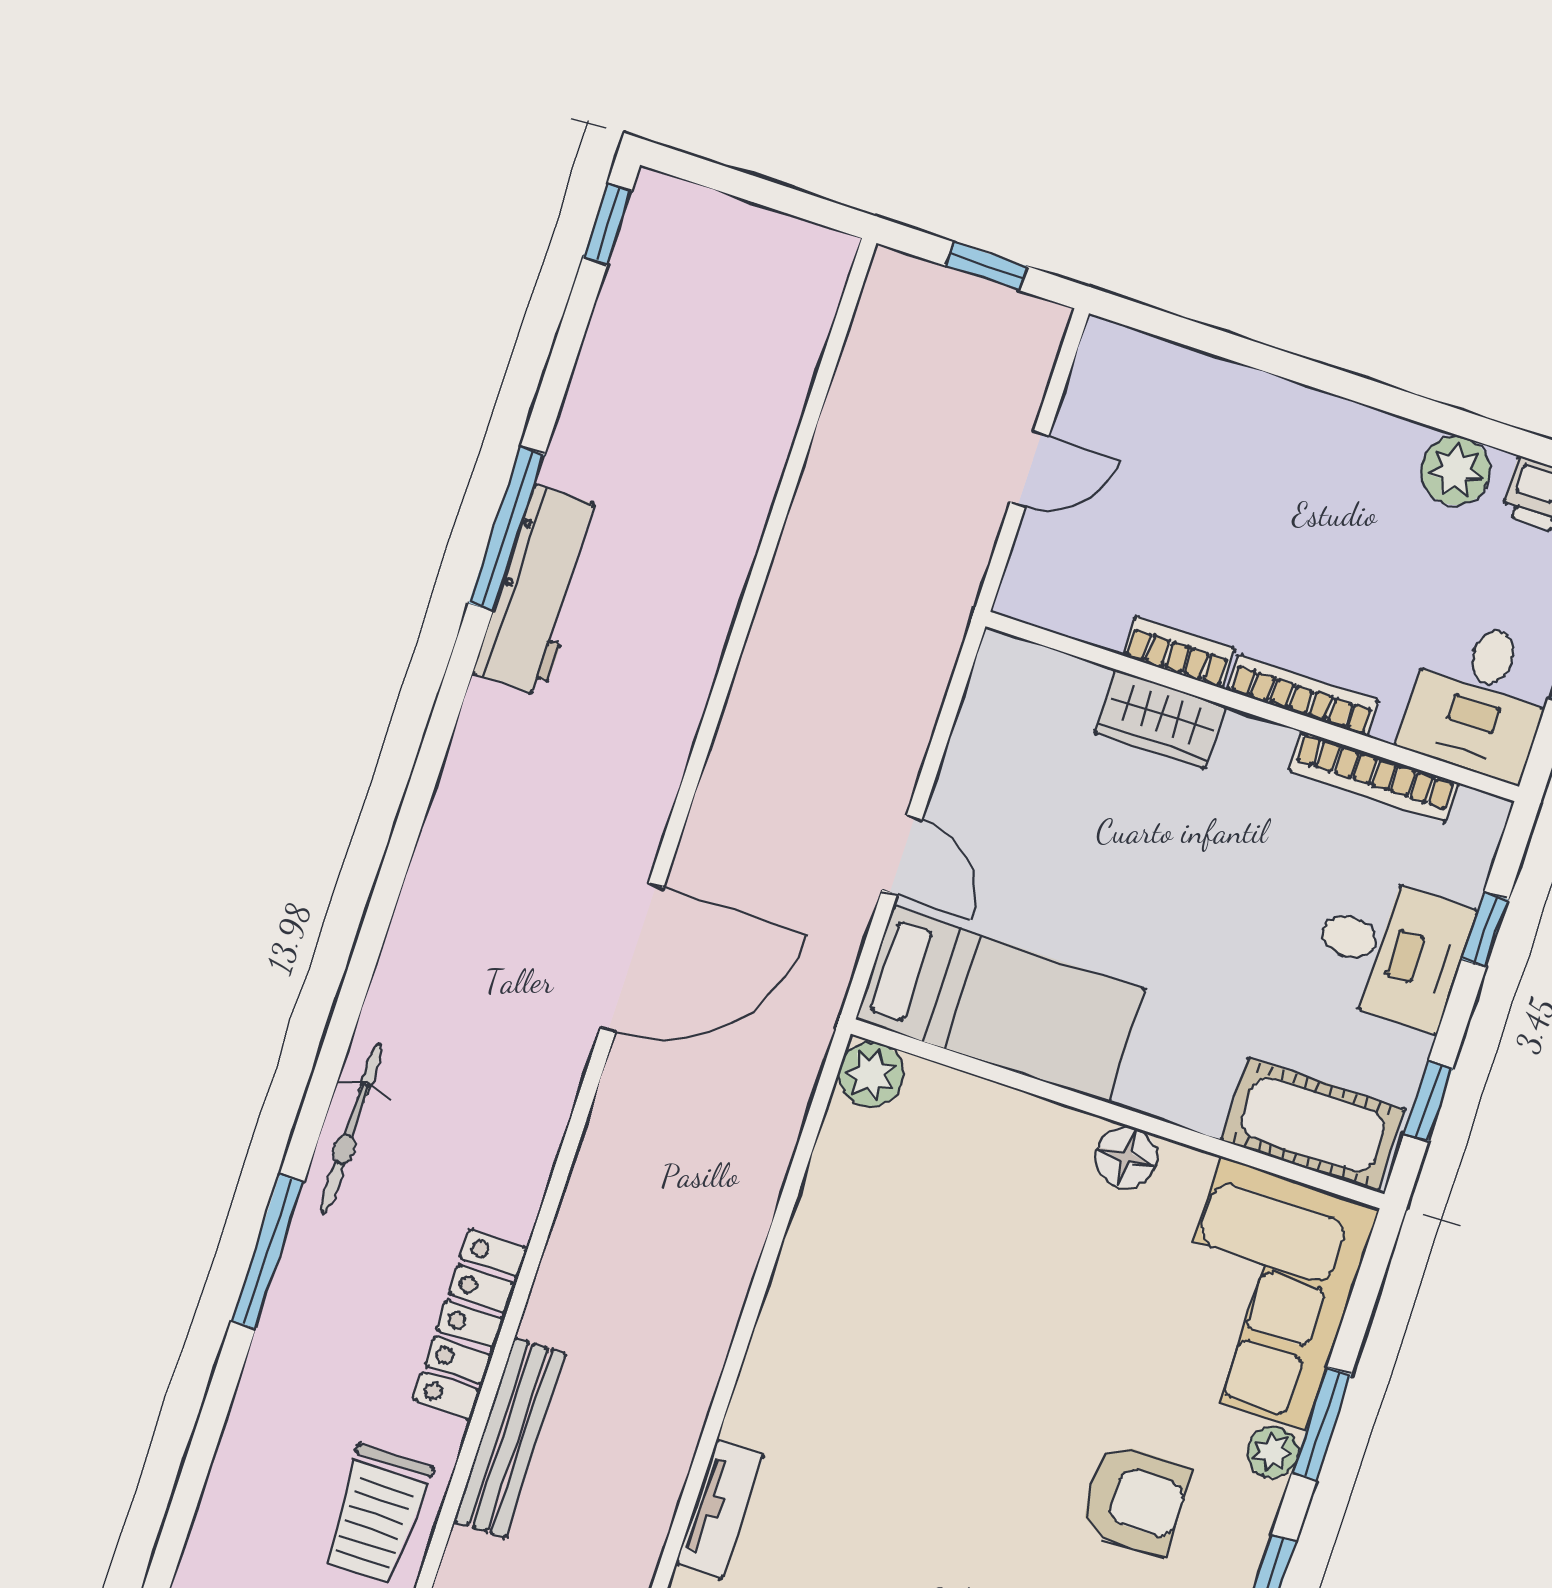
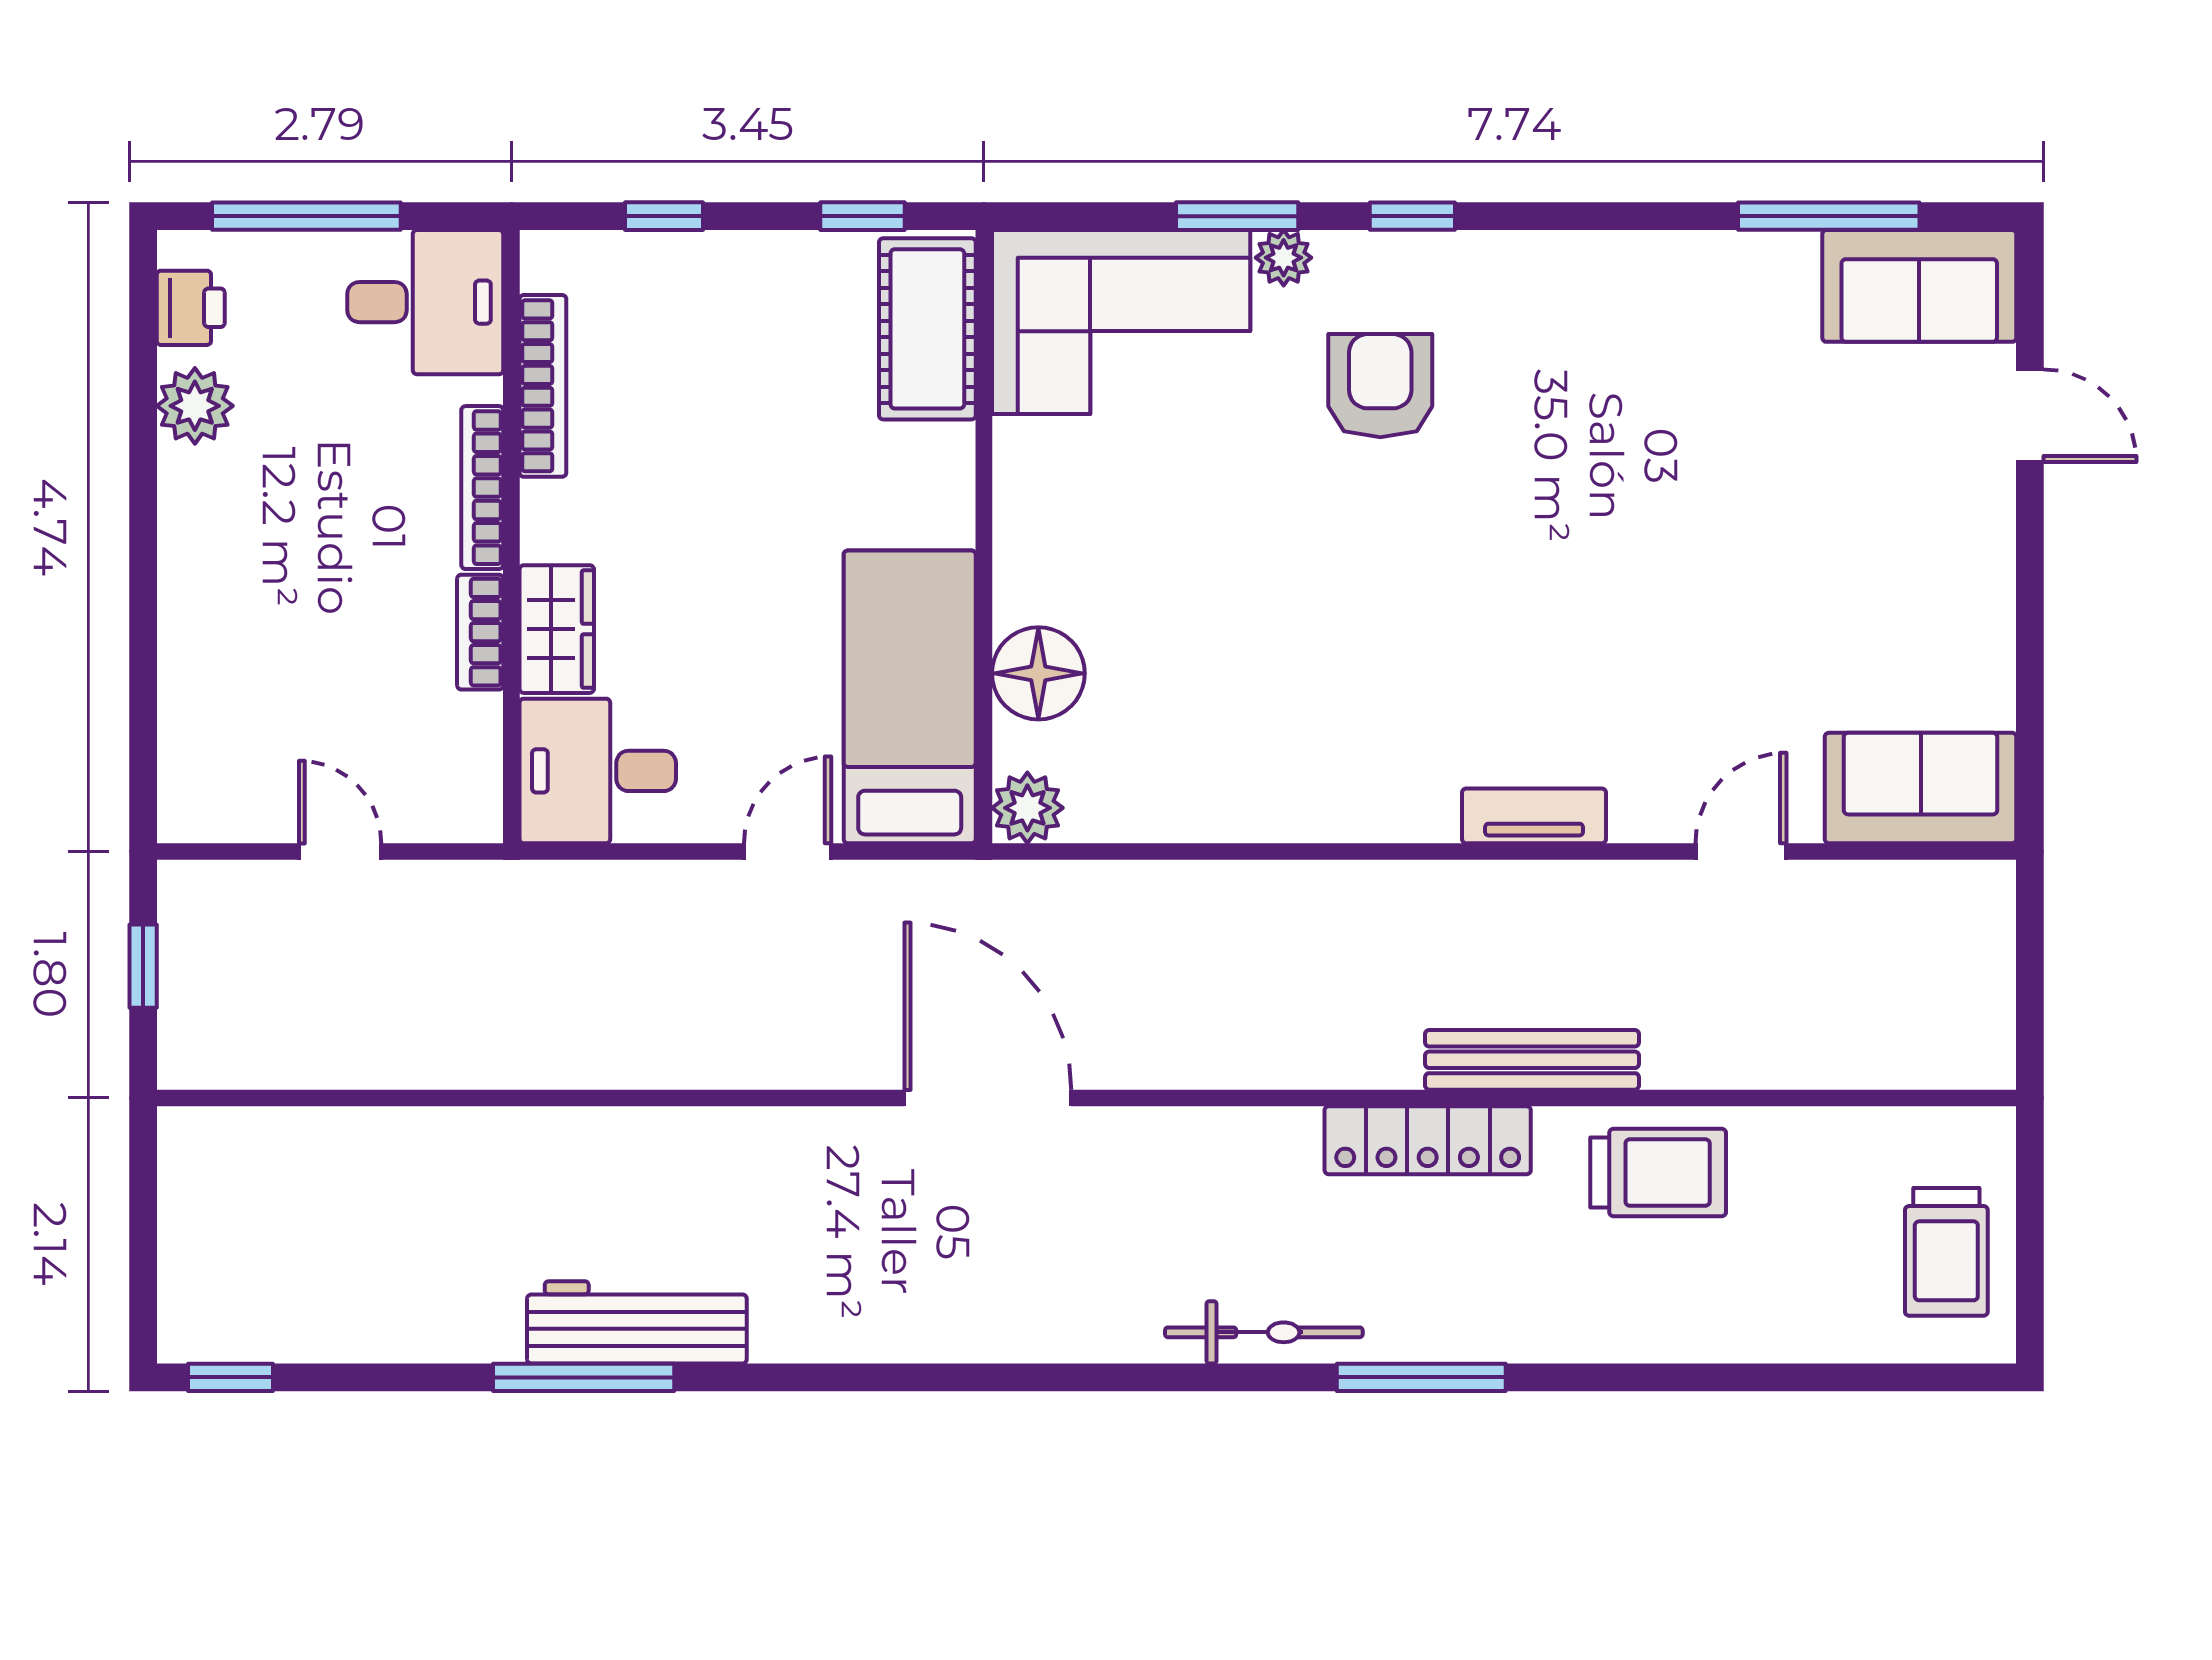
desk: (1390, 951) -> (598, 771), moved, turned -90
floor lamp: (1126, 1157) -> (1038, 673), moved, width x1.38, depth x1.38

